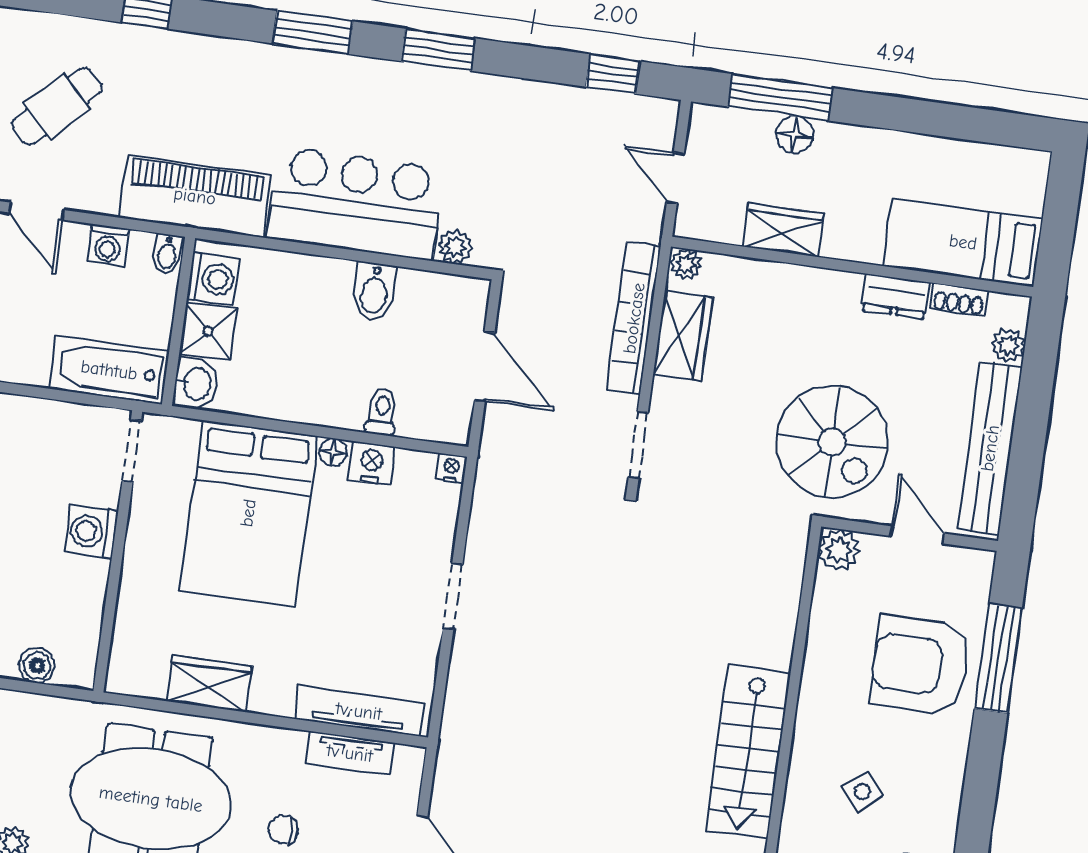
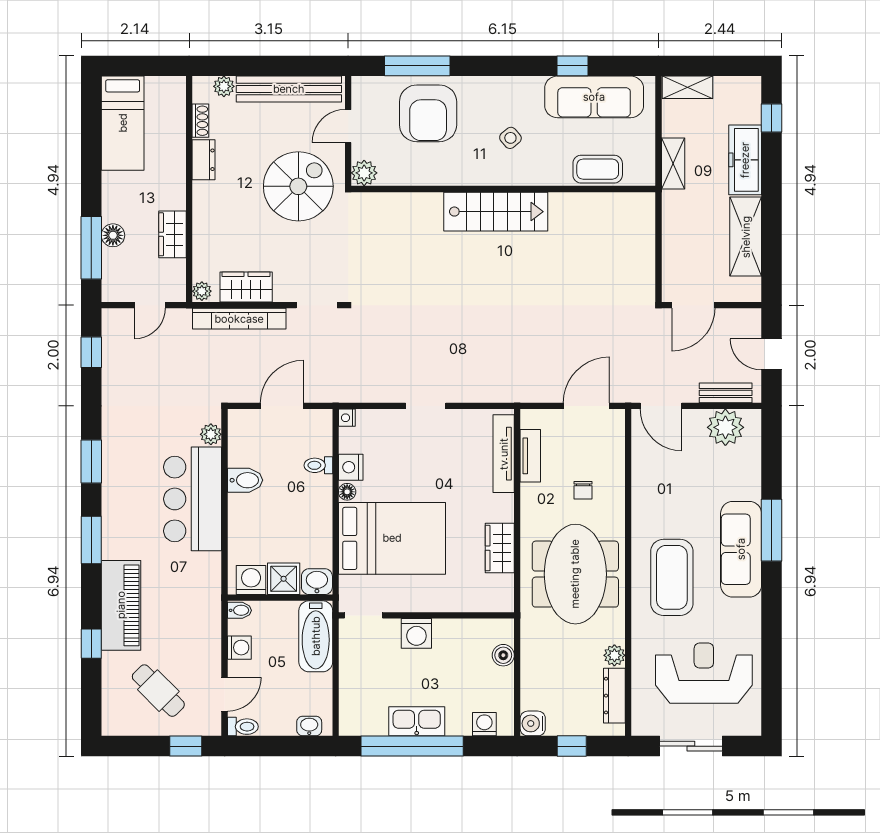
piano: (195, 196) -> (121, 605), moved, turned 180
bed: (963, 242) -> (123, 123), moved

